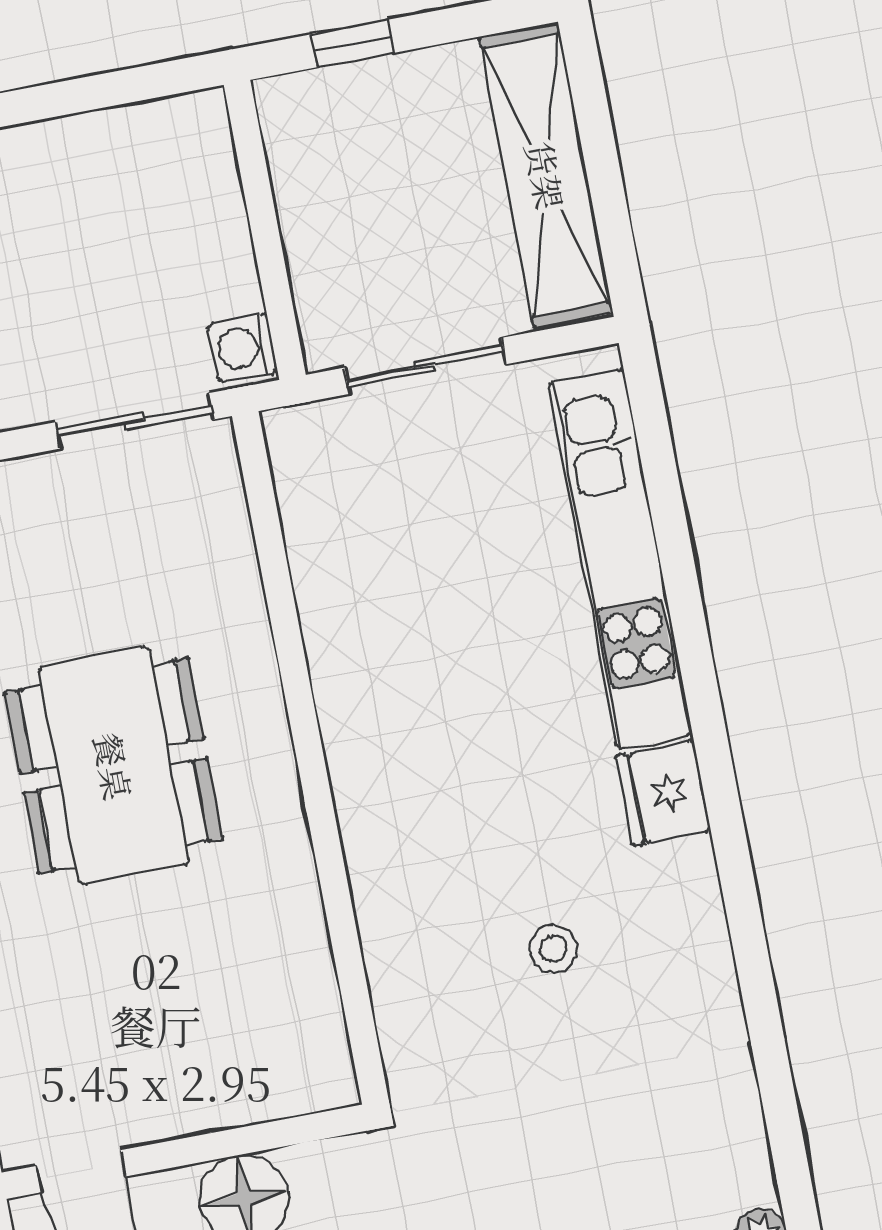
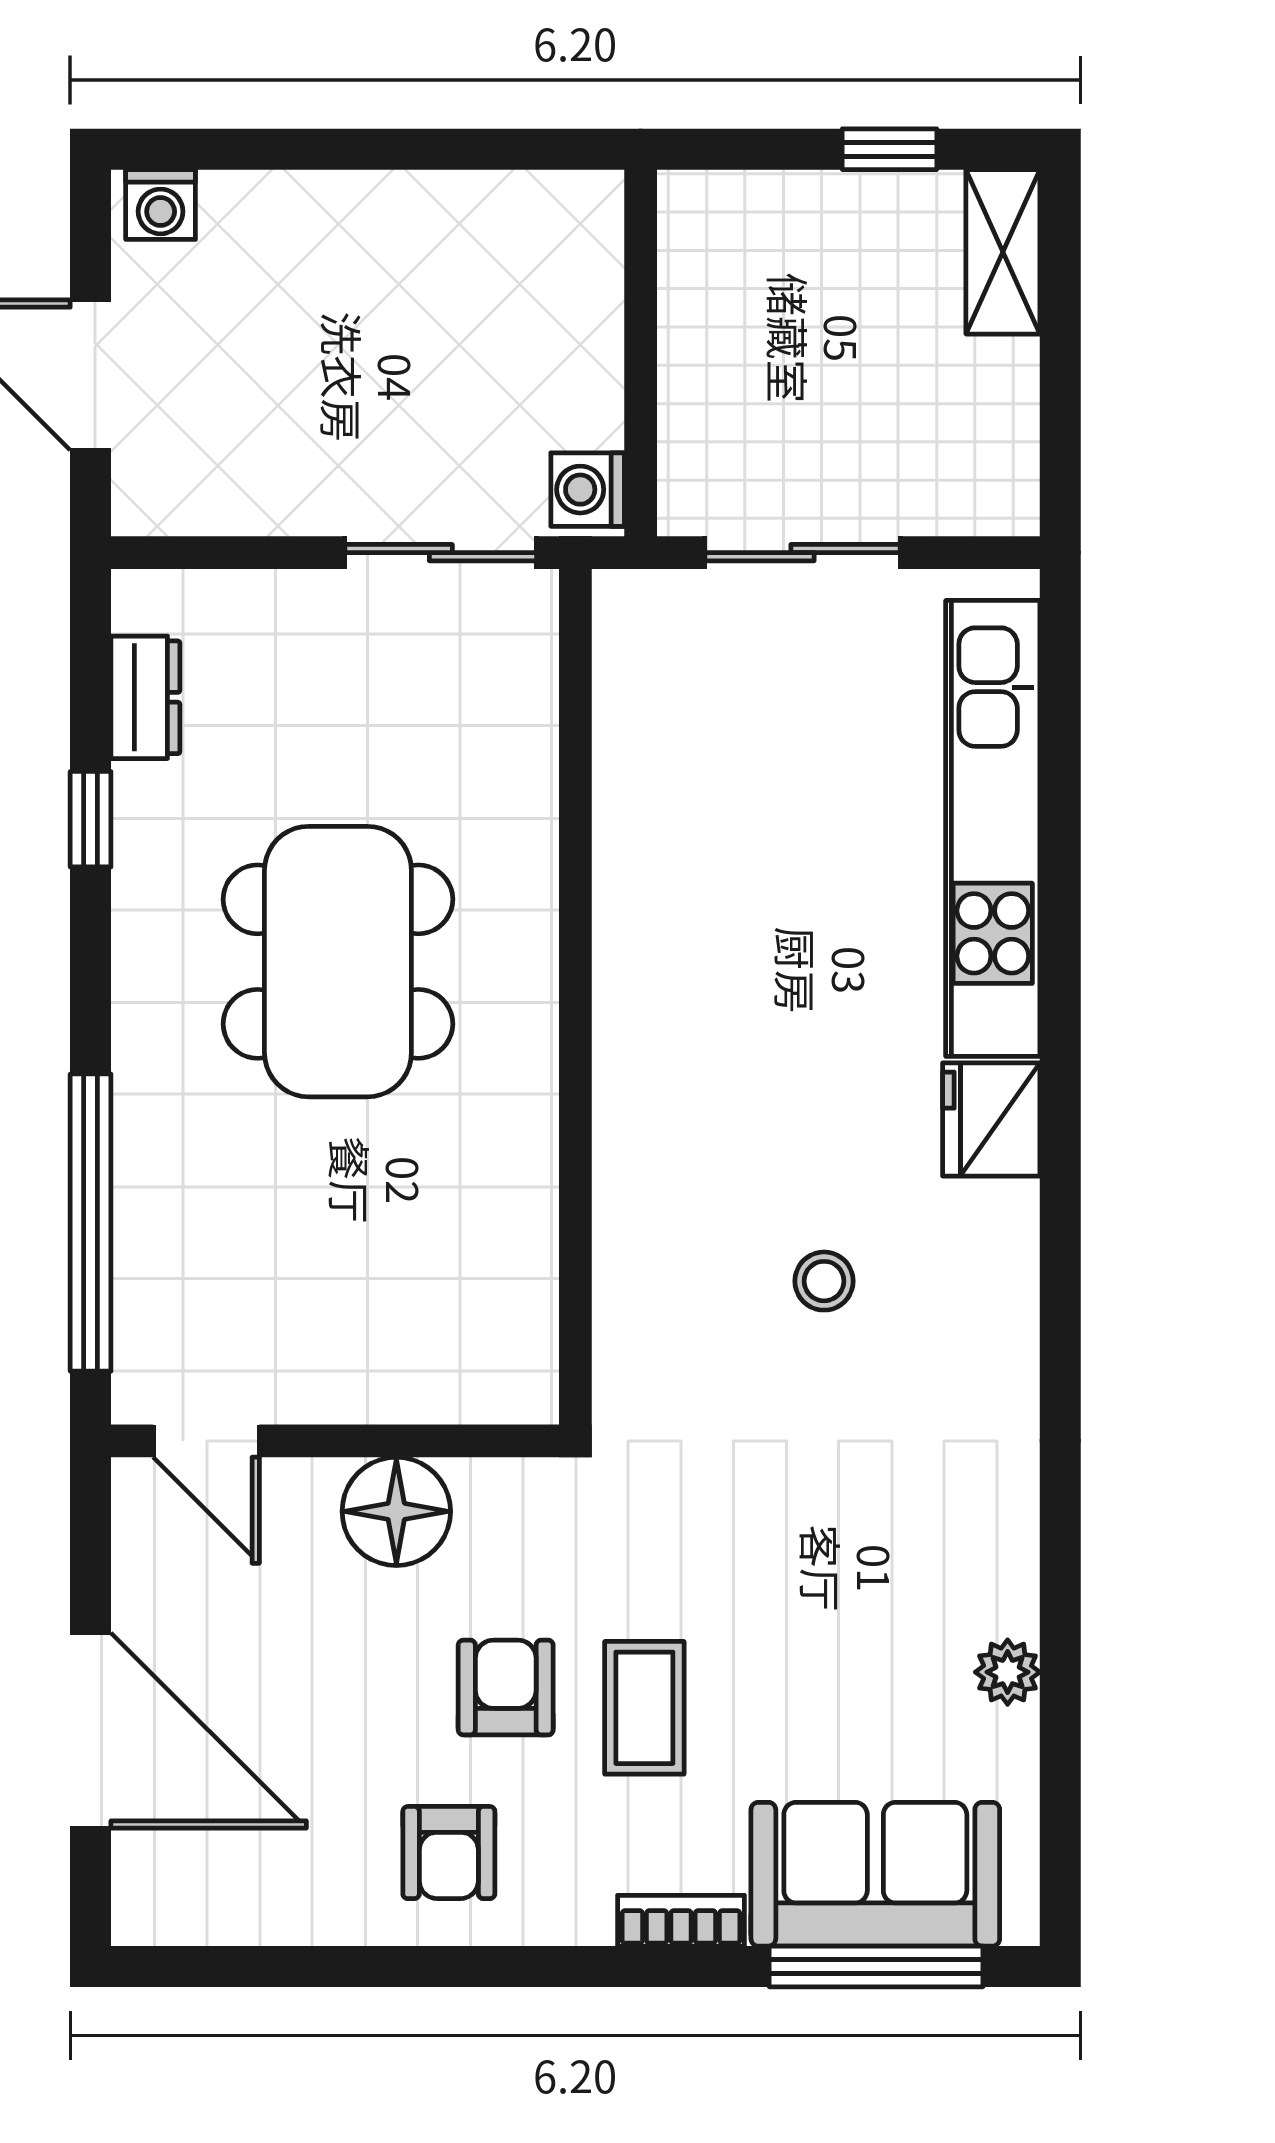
window: (352, 44) -> (890, 149), moved
shelving: (546, 175) -> (1003, 252), width x0.45, depth x0.75

